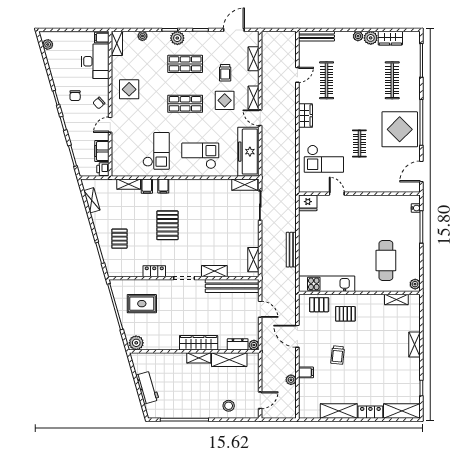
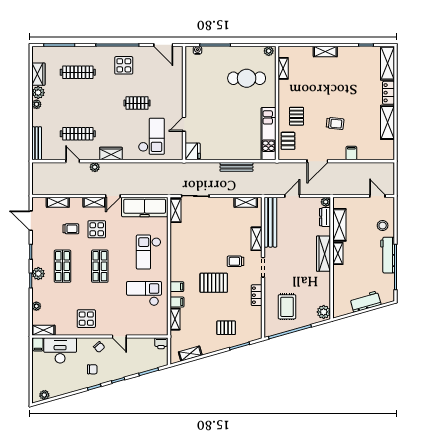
display table: (400, 129) -> (124, 65), width x0.54, depth x0.54
filing cabinet: (102, 151) -> (144, 344), removed
trolley: (190, 249) -> (236, 261), added
plant: (291, 380) -> (95, 167), moved
workbench: (197, 411) -> (388, 255), added

